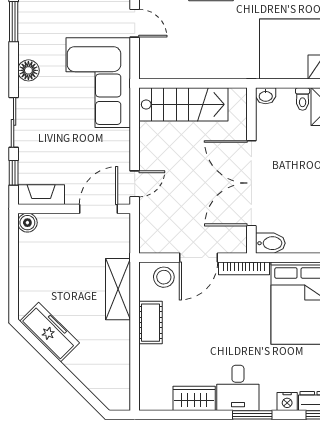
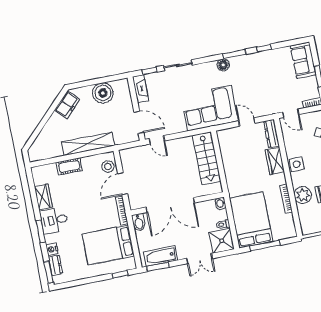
door: (135, 23) -> (247, 122), swing flipped
floor lamp: (28, 70) -> (223, 65), moved
double door: (251, 183) -> (170, 205), swing flipped
boiler: (27, 223) -> (103, 93), moved, width x1.86, depth x1.86
door: (198, 258) -> (123, 184), hinge flipped
shelving: (118, 289) -> (88, 144), width x1.47
cot: (150, 323) -> (69, 166), moved
freezer: (50, 332) -> (67, 105), width x0.71

